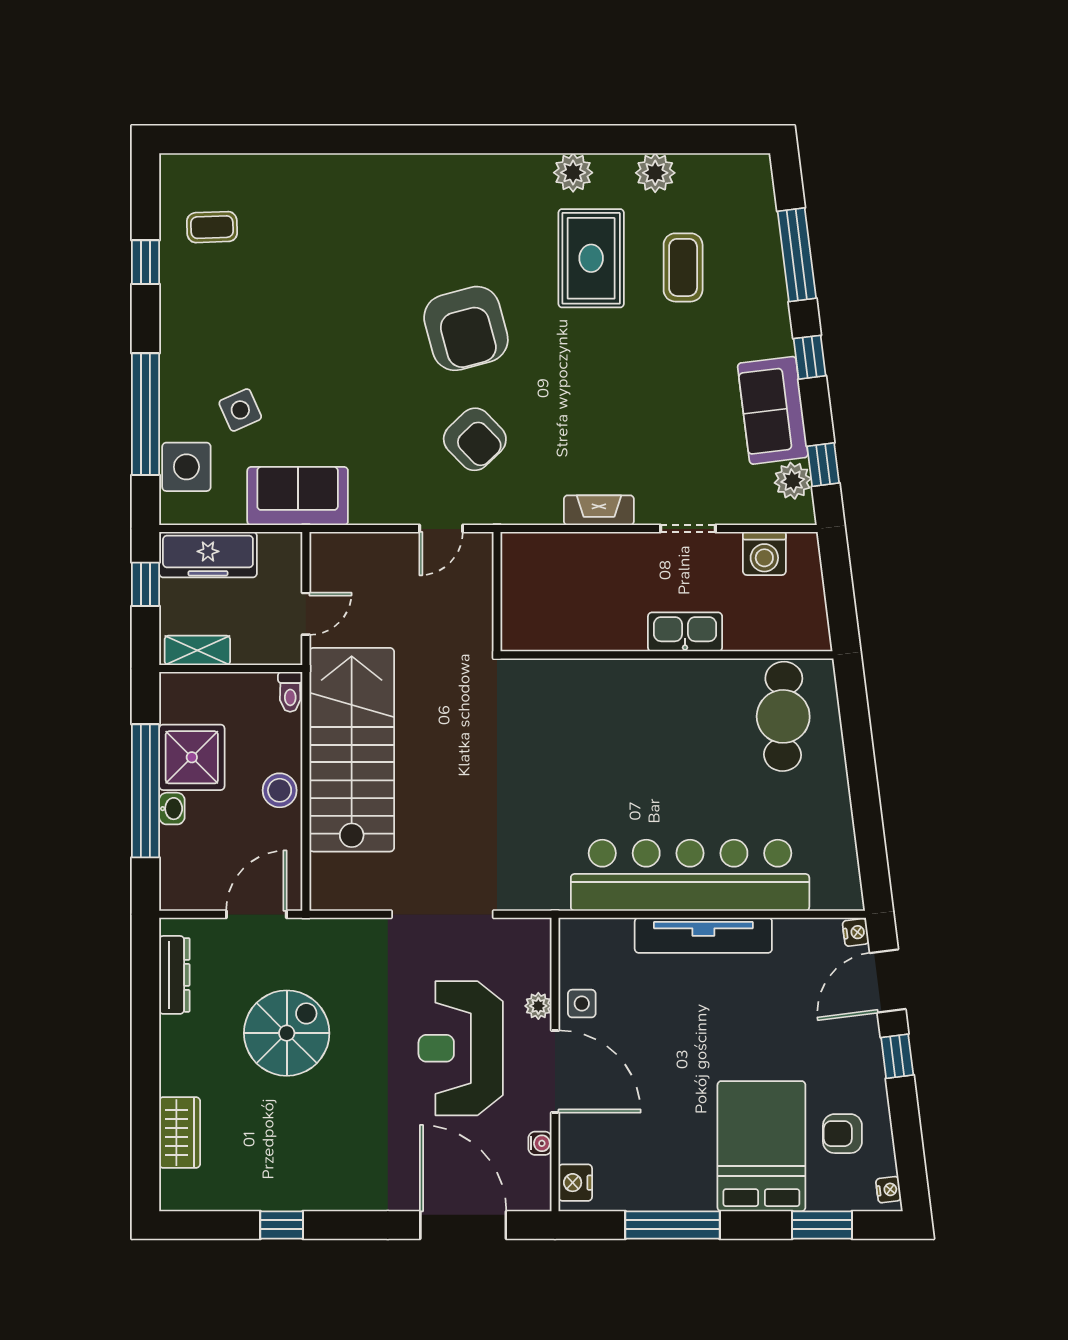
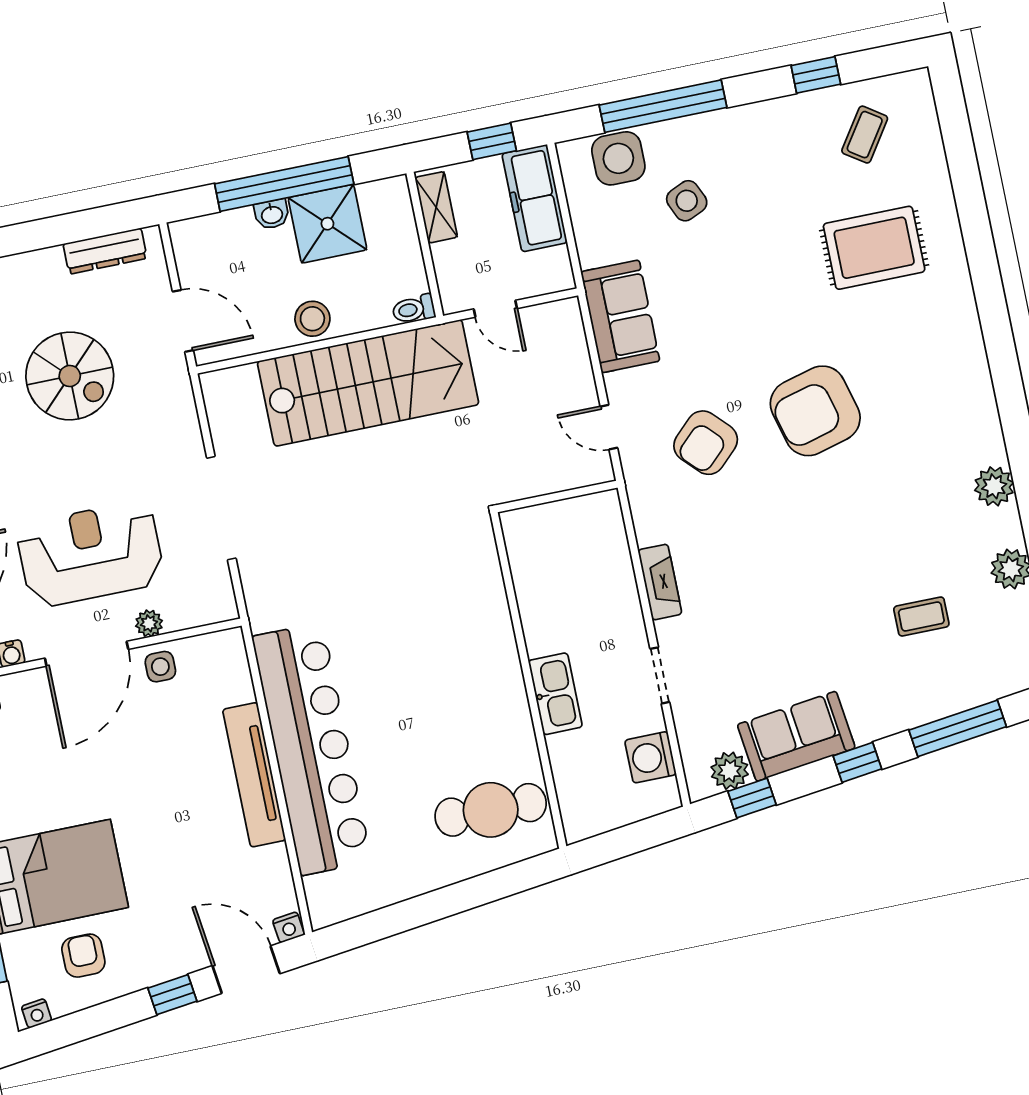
coffee table: (212, 227) -> (865, 135), turned 36
rug: (591, 258) -> (874, 248), moved
coffee table: (683, 267) -> (921, 617), width x0.73, depth x0.77
sofa: (298, 496) -> (620, 316), moved

